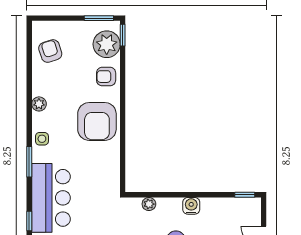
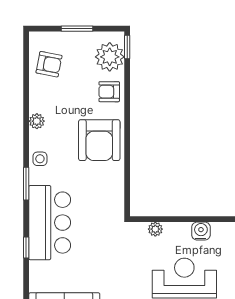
window: (99, 18) -> (77, 29), moved
armchair: (50, 51) -> (49, 64), turned 119

